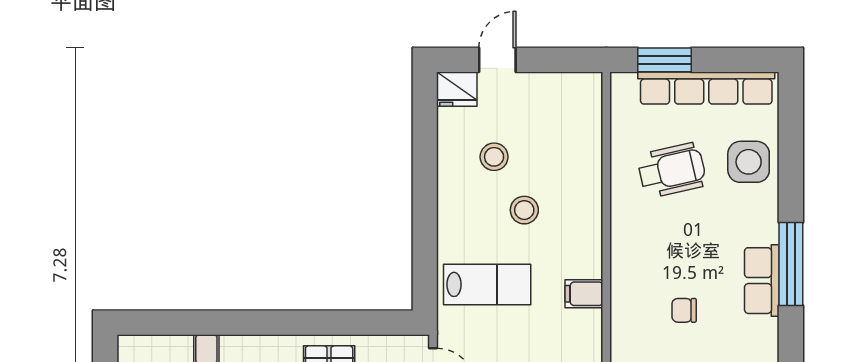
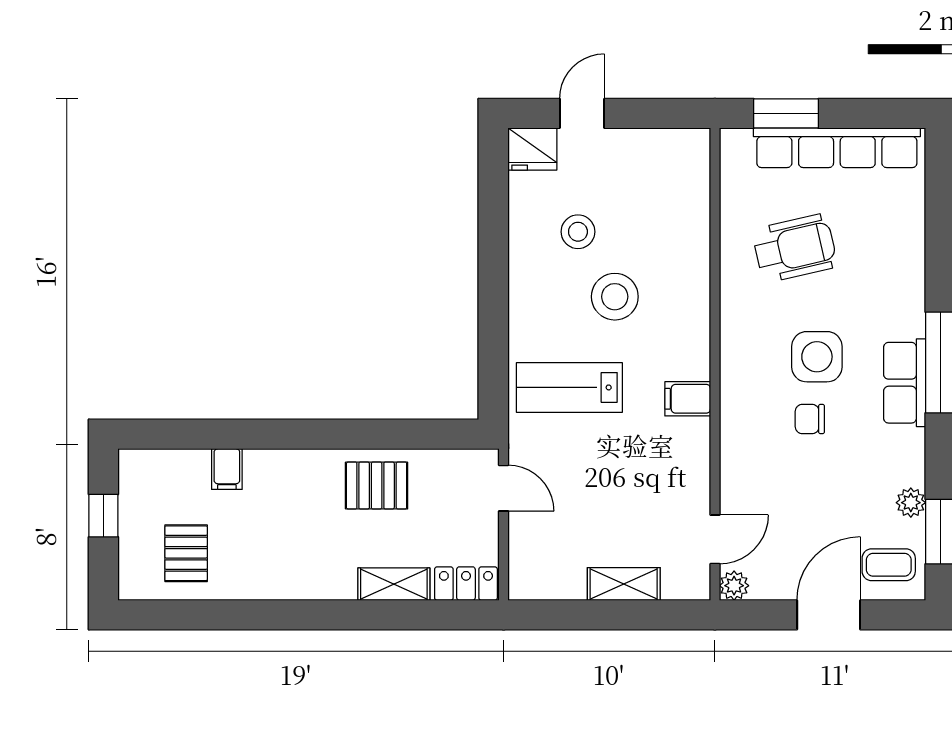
side table: (749, 162) -> (817, 357), moved
stool: (524, 210) -> (615, 297), width x1.38, depth x1.38
lab bench: (487, 284) -> (569, 387), turned 180

